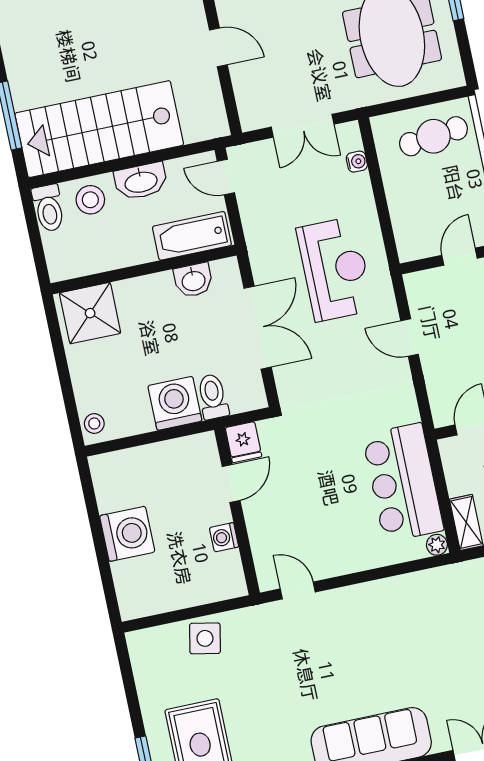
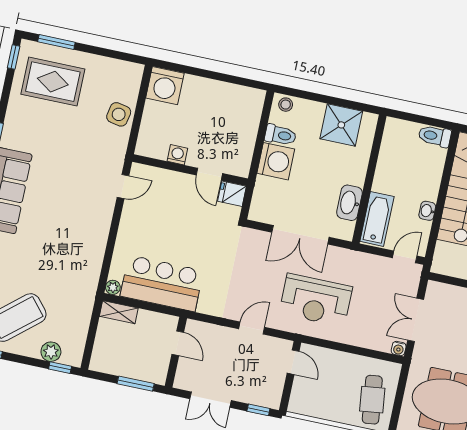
water cooler: (357, 162) -> (399, 349), moved
washbasin: (141, 181) -> (427, 211), width x0.52, depth x0.69
stool: (90, 200) -> (428, 165), removed
door: (459, 257) -> (293, 362), moved
washbasin: (193, 280) -> (349, 203), width x1.38
shower: (90, 313) -> (341, 125), moved
toilet: (213, 397) -> (280, 135), moved
washing machine: (127, 534) -> (165, 86), moved

